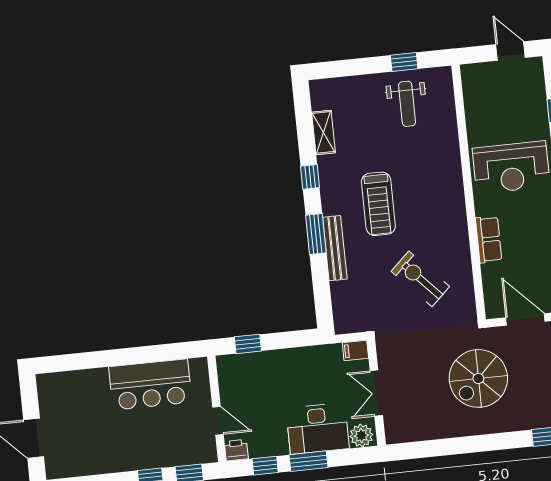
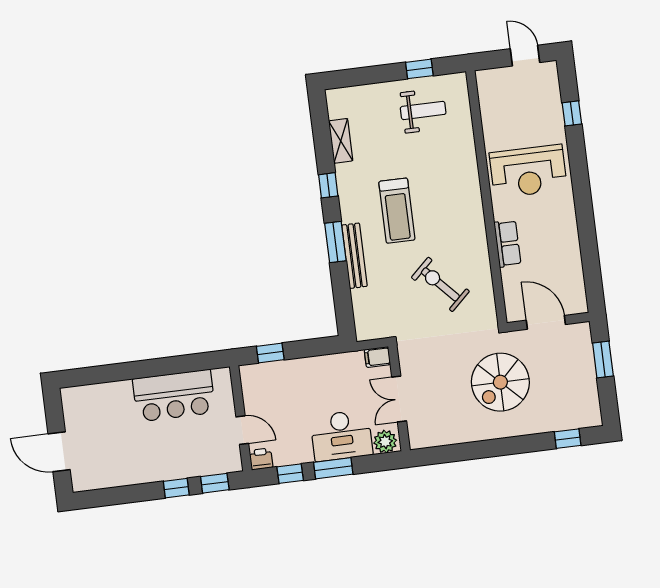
weight bench: (407, 104) -> (423, 110), turned -90

